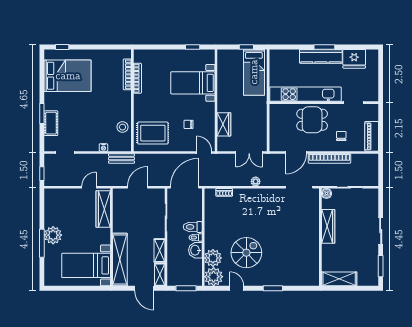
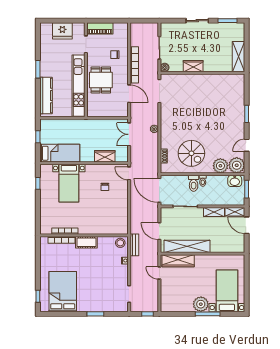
kitchen counter: (321, 56) -> (46, 96), moved
fridge: (354, 59) -> (62, 31), moved, turned 90
bed: (254, 72) -> (60, 153), moved
cot: (51, 123) -> (86, 242), moved
stool: (122, 127) -> (120, 243), moved
rug: (153, 133) -> (112, 218), removed
piano: (372, 136) -> (100, 28), moved
door: (204, 153) -> (129, 173), hinge flipped
double door: (249, 153) -> (129, 134), swing flipped
wardrobe: (328, 226) -> (193, 66), width x0.67
washbasin: (195, 250) -> (235, 181), moved
spiral stairs: (246, 253) -> (191, 153), moved, turned 180
shelving: (120, 259) -> (187, 246), moved
bed with nightstands: (86, 265) -> (227, 291), moved, turned 180
door: (144, 288) -> (247, 225), swing flipped

